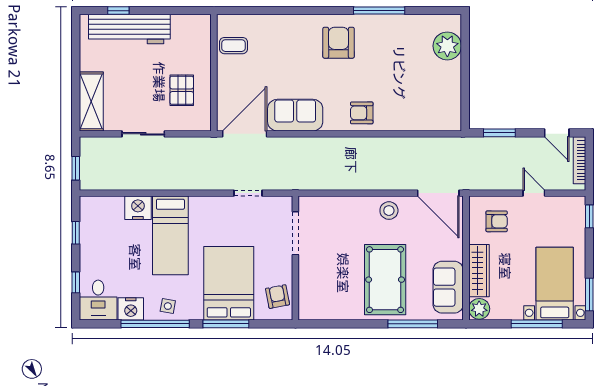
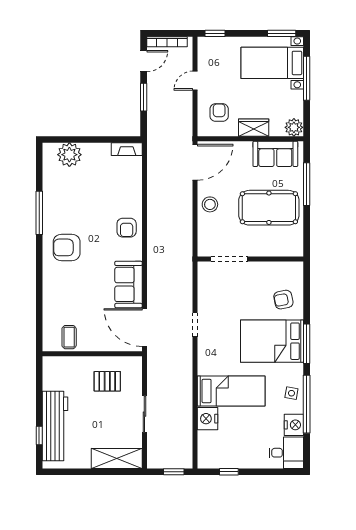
fireplace: (454, 113) -> (127, 149), added
window: (499, 133) -> (144, 97), moved
doorway: (295, 233) -> (229, 259), moved
wall: (295, 258) -> (250, 259), moved
wardrobe: (479, 271) -> (254, 128), width x0.67
window: (76, 282) -> (271, 472), removed

